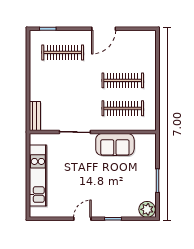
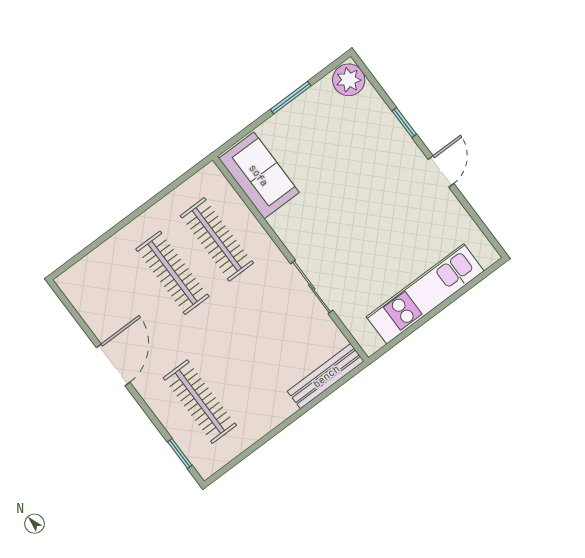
door: (104, 29) -> (113, 365), hinge flipped
bench: (35, 116) -> (326, 376), width x1.36
sofa: (115, 144) -> (259, 175), moved
door: (82, 219) -> (441, 171), swing flipped

